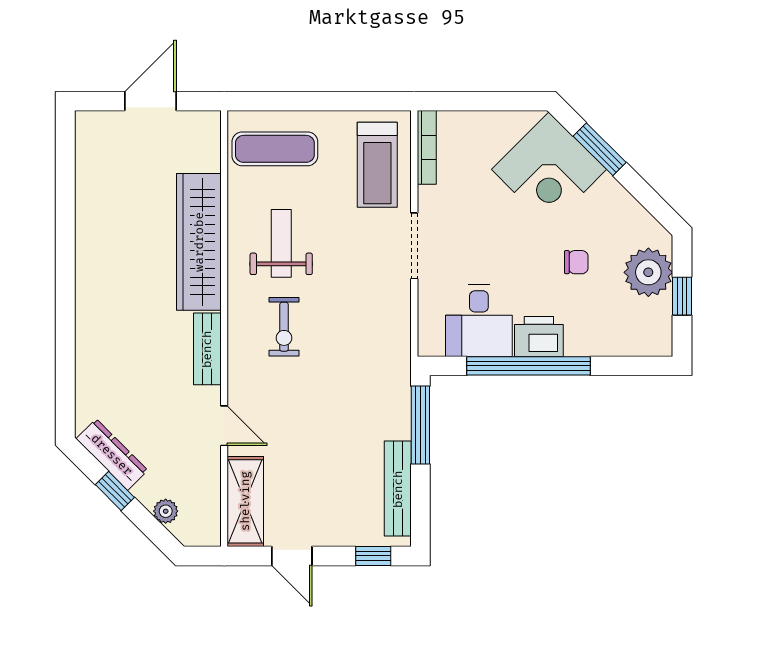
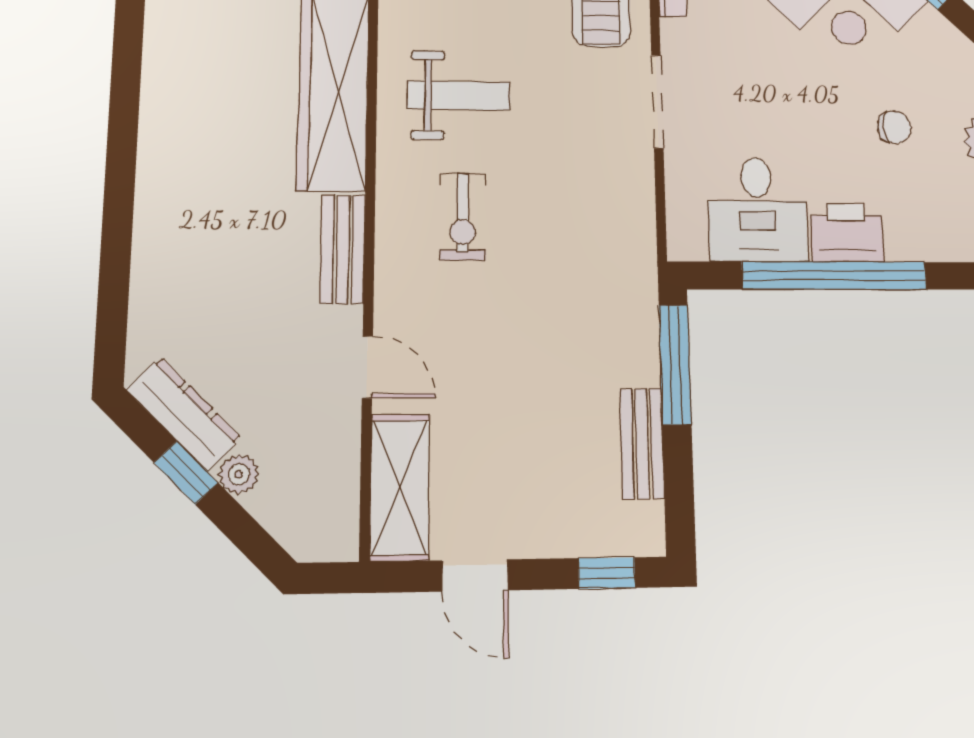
weight bench: (281, 243) -> (459, 96), turned 90
bench: (398, 489) -> (642, 444), width x0.73
plant: (166, 511) -> (239, 474), moved

